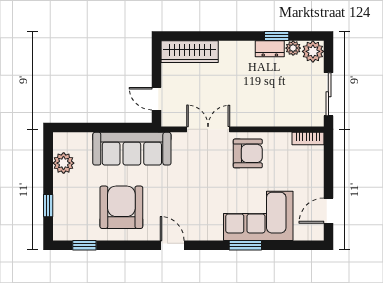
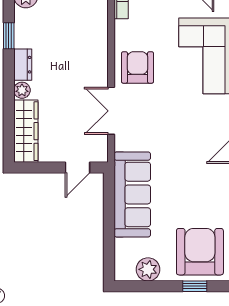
plant: (293, 48) -> (22, 90), moved
dresser: (270, 49) -> (23, 65), moved
armchair: (121, 207) -> (200, 252), moved, turned 90

